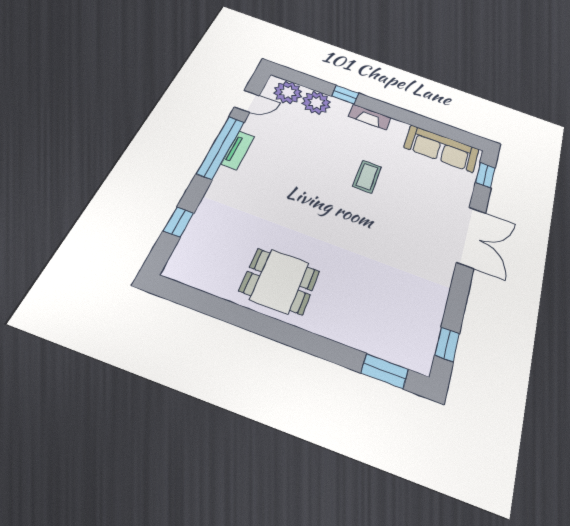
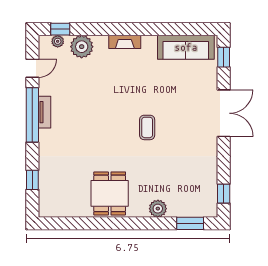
plant: (288, 92) -> (58, 41), width x0.53, depth x0.53
window: (345, 95) -> (60, 29), moved
coffee table: (367, 177) -> (147, 127), moved
dining table: (280, 281) -> (110, 193), turned 90
plant: (342, 330) -> (158, 209), added

